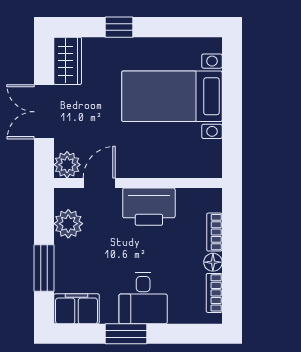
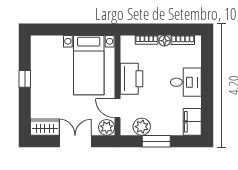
window: (119, 27) -> (25, 79), moved
bed with nightstands: (172, 96) -> (89, 65), moved
double door: (44, 112) -> (75, 141), swing flipped
window: (44, 268) -> (156, 141), moved
window: (126, 334) -> (207, 92), removed

